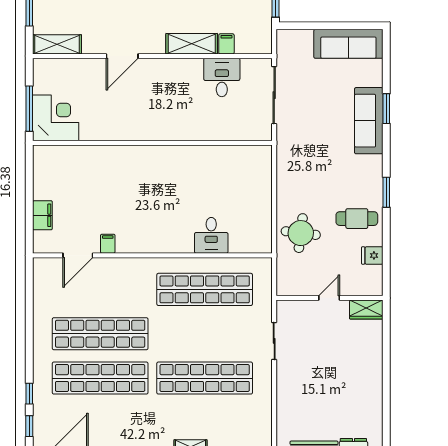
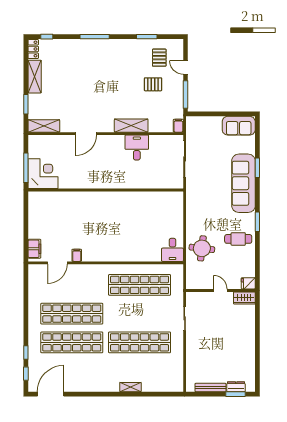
filing cabinet: (226, 44) -> (178, 126), moved
sofa: (348, 44) -> (239, 126), width x0.73
desk: (222, 77) -> (137, 147), moved
sofa: (369, 121) -> (243, 183), width x1.36, depth x1.27
filing cabinet: (42, 215) -> (34, 249), moved
desk: (211, 235) -> (173, 250), moved
fridge: (372, 255) -> (248, 283), moved
door: (329, 298) -> (220, 290), hinge flipped

